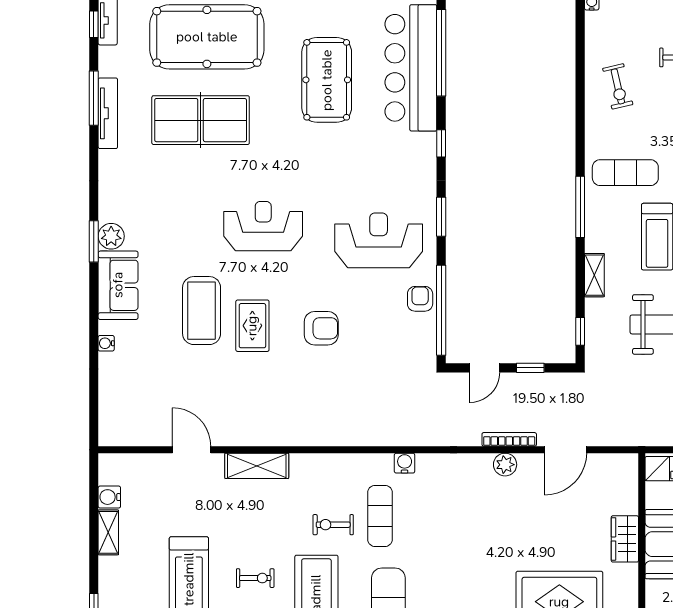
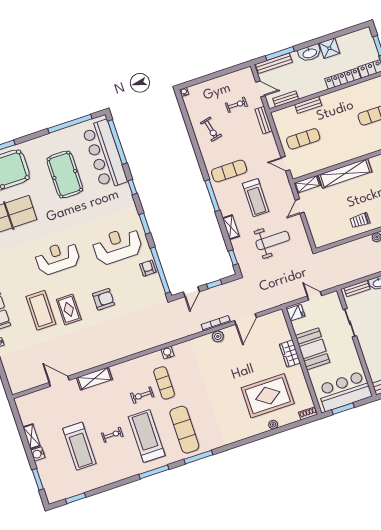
water cooler: (109, 497) -> (38, 454), moved

